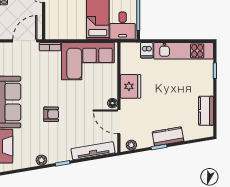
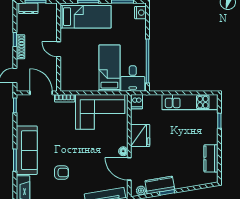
door: (25, 41) -> (41, 93), hinge flipped
dishwasher: (147, 50) -> (137, 102), moved
armchair: (51, 114) -> (62, 173), moved
kitchen counter: (168, 136) -> (160, 185), moved

